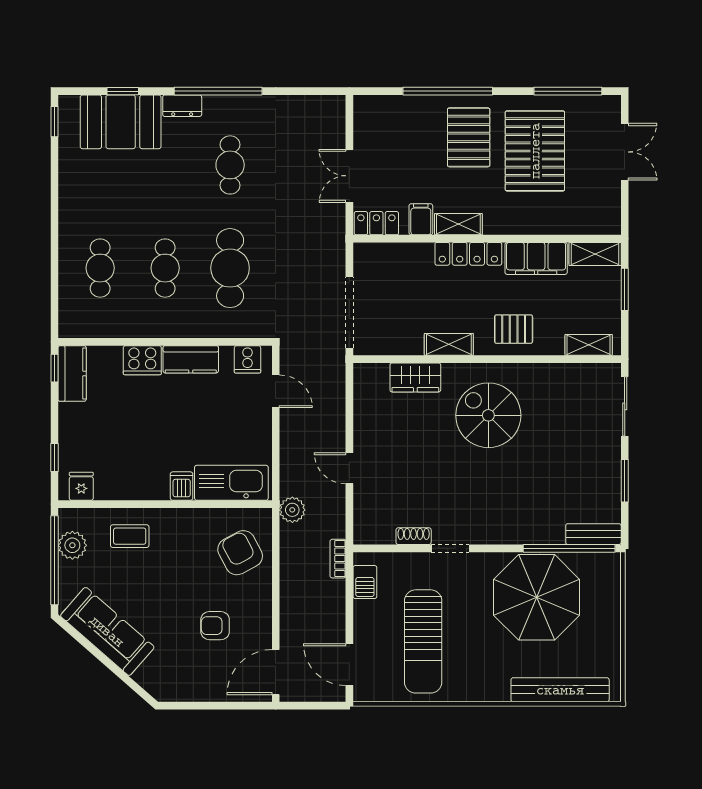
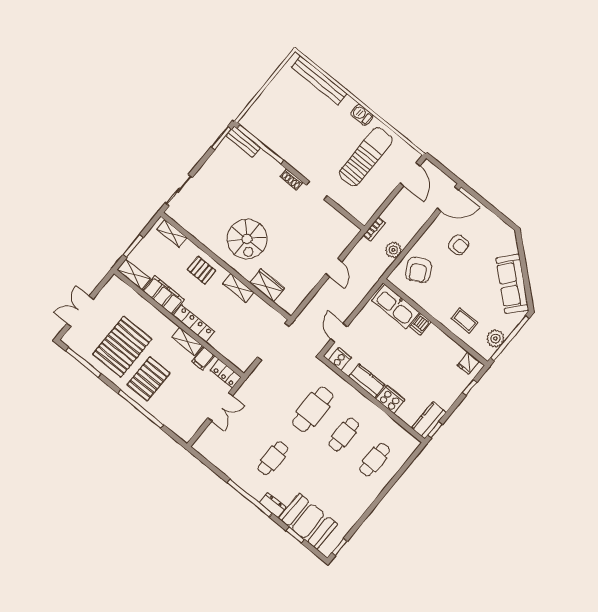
window: (625, 481) -> (221, 138), moved
plant: (292, 510) -> (393, 250), moved
shoe rack: (414, 536) -> (292, 179), moved
barbecue: (365, 582) -> (362, 115), moved, turned -90
parasol: (537, 597) -> (295, 134), removed

